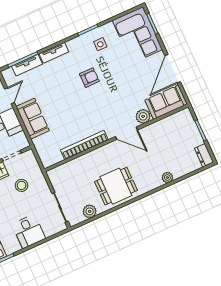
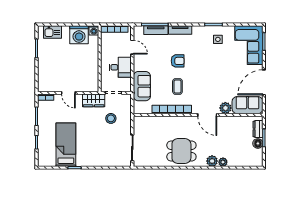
armchair: (89, 78) -> (178, 61), moved
door: (9, 96) -> (132, 47), hinge flipped
coffee table: (79, 117) -> (177, 86), added
sofa: (33, 119) -> (142, 86), moved
floor lamp: (197, 139) -> (258, 143), added
dresser: (204, 155) -> (258, 129), moved
plant: (90, 211) -> (212, 161), moved
desk: (29, 231) -> (101, 155), removed

